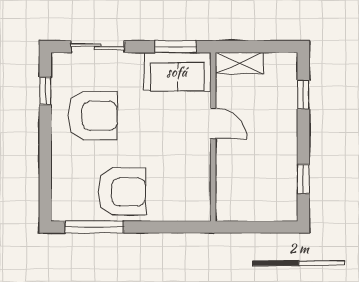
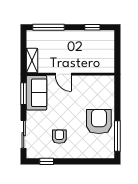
window: (303, 95) -> (48, 27), width x2.17
armchair: (93, 116) -> (59, 137), width x0.53, depth x0.53
door: (213, 123) -> (63, 74), swing flipped

